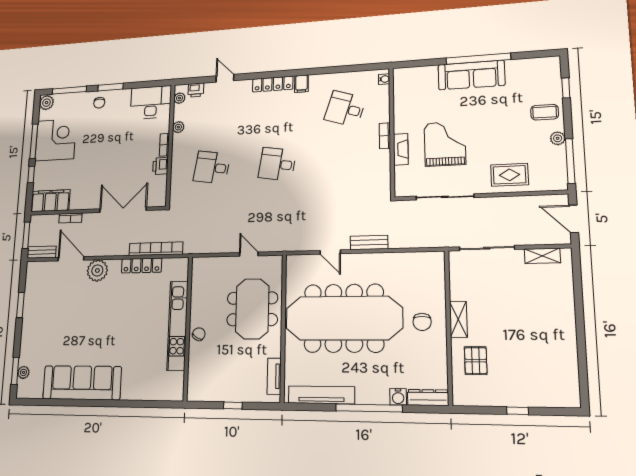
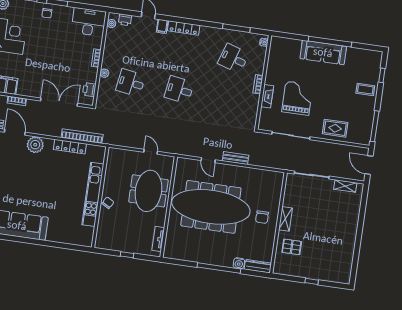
window: (343, 69) -> (236, 28), added
filing cabinet: (301, 84) -> (162, 26), moved
plant: (178, 127) -> (104, 73), moved
plant: (558, 138) -> (370, 109), removed
printer: (160, 166) -> (89, 90), moved
pallet: (476, 361) -> (292, 247), turned 90
tv unit: (321, 395) -> (189, 256), removed

